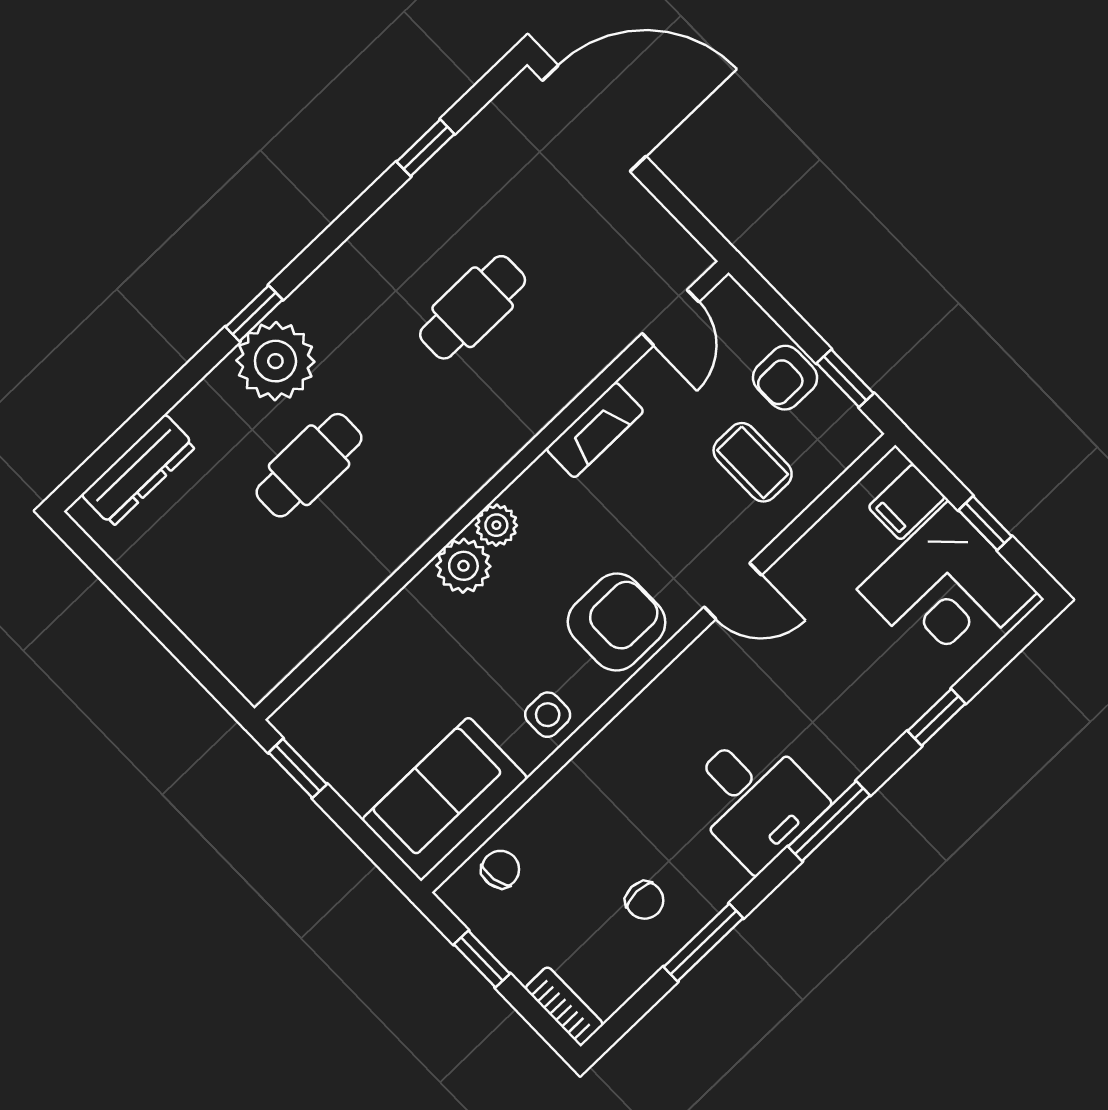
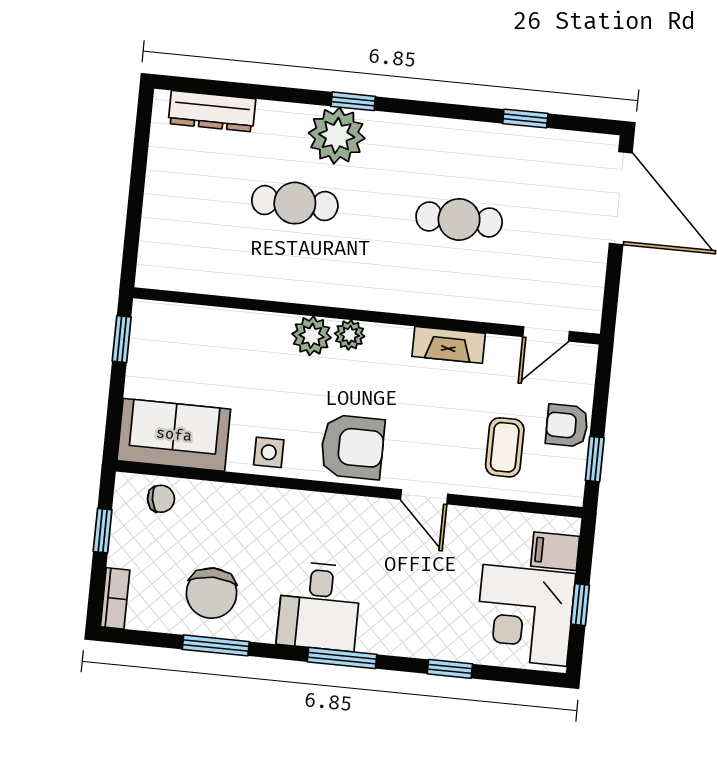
chair: (645, 900) -> (212, 593), width x1.87, depth x1.87

